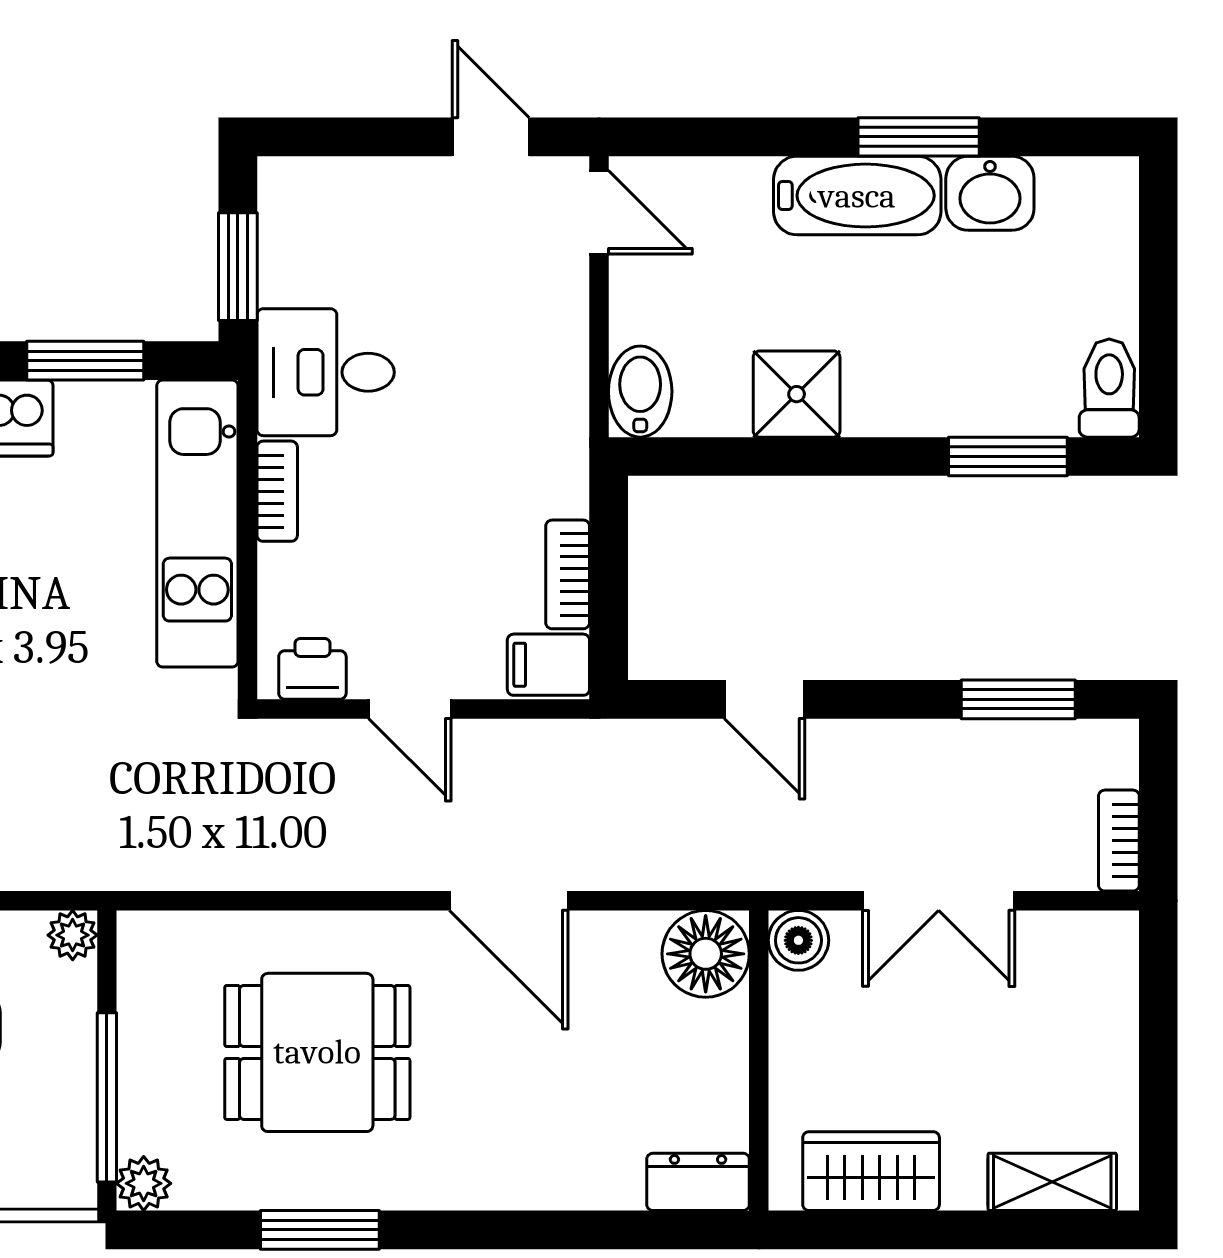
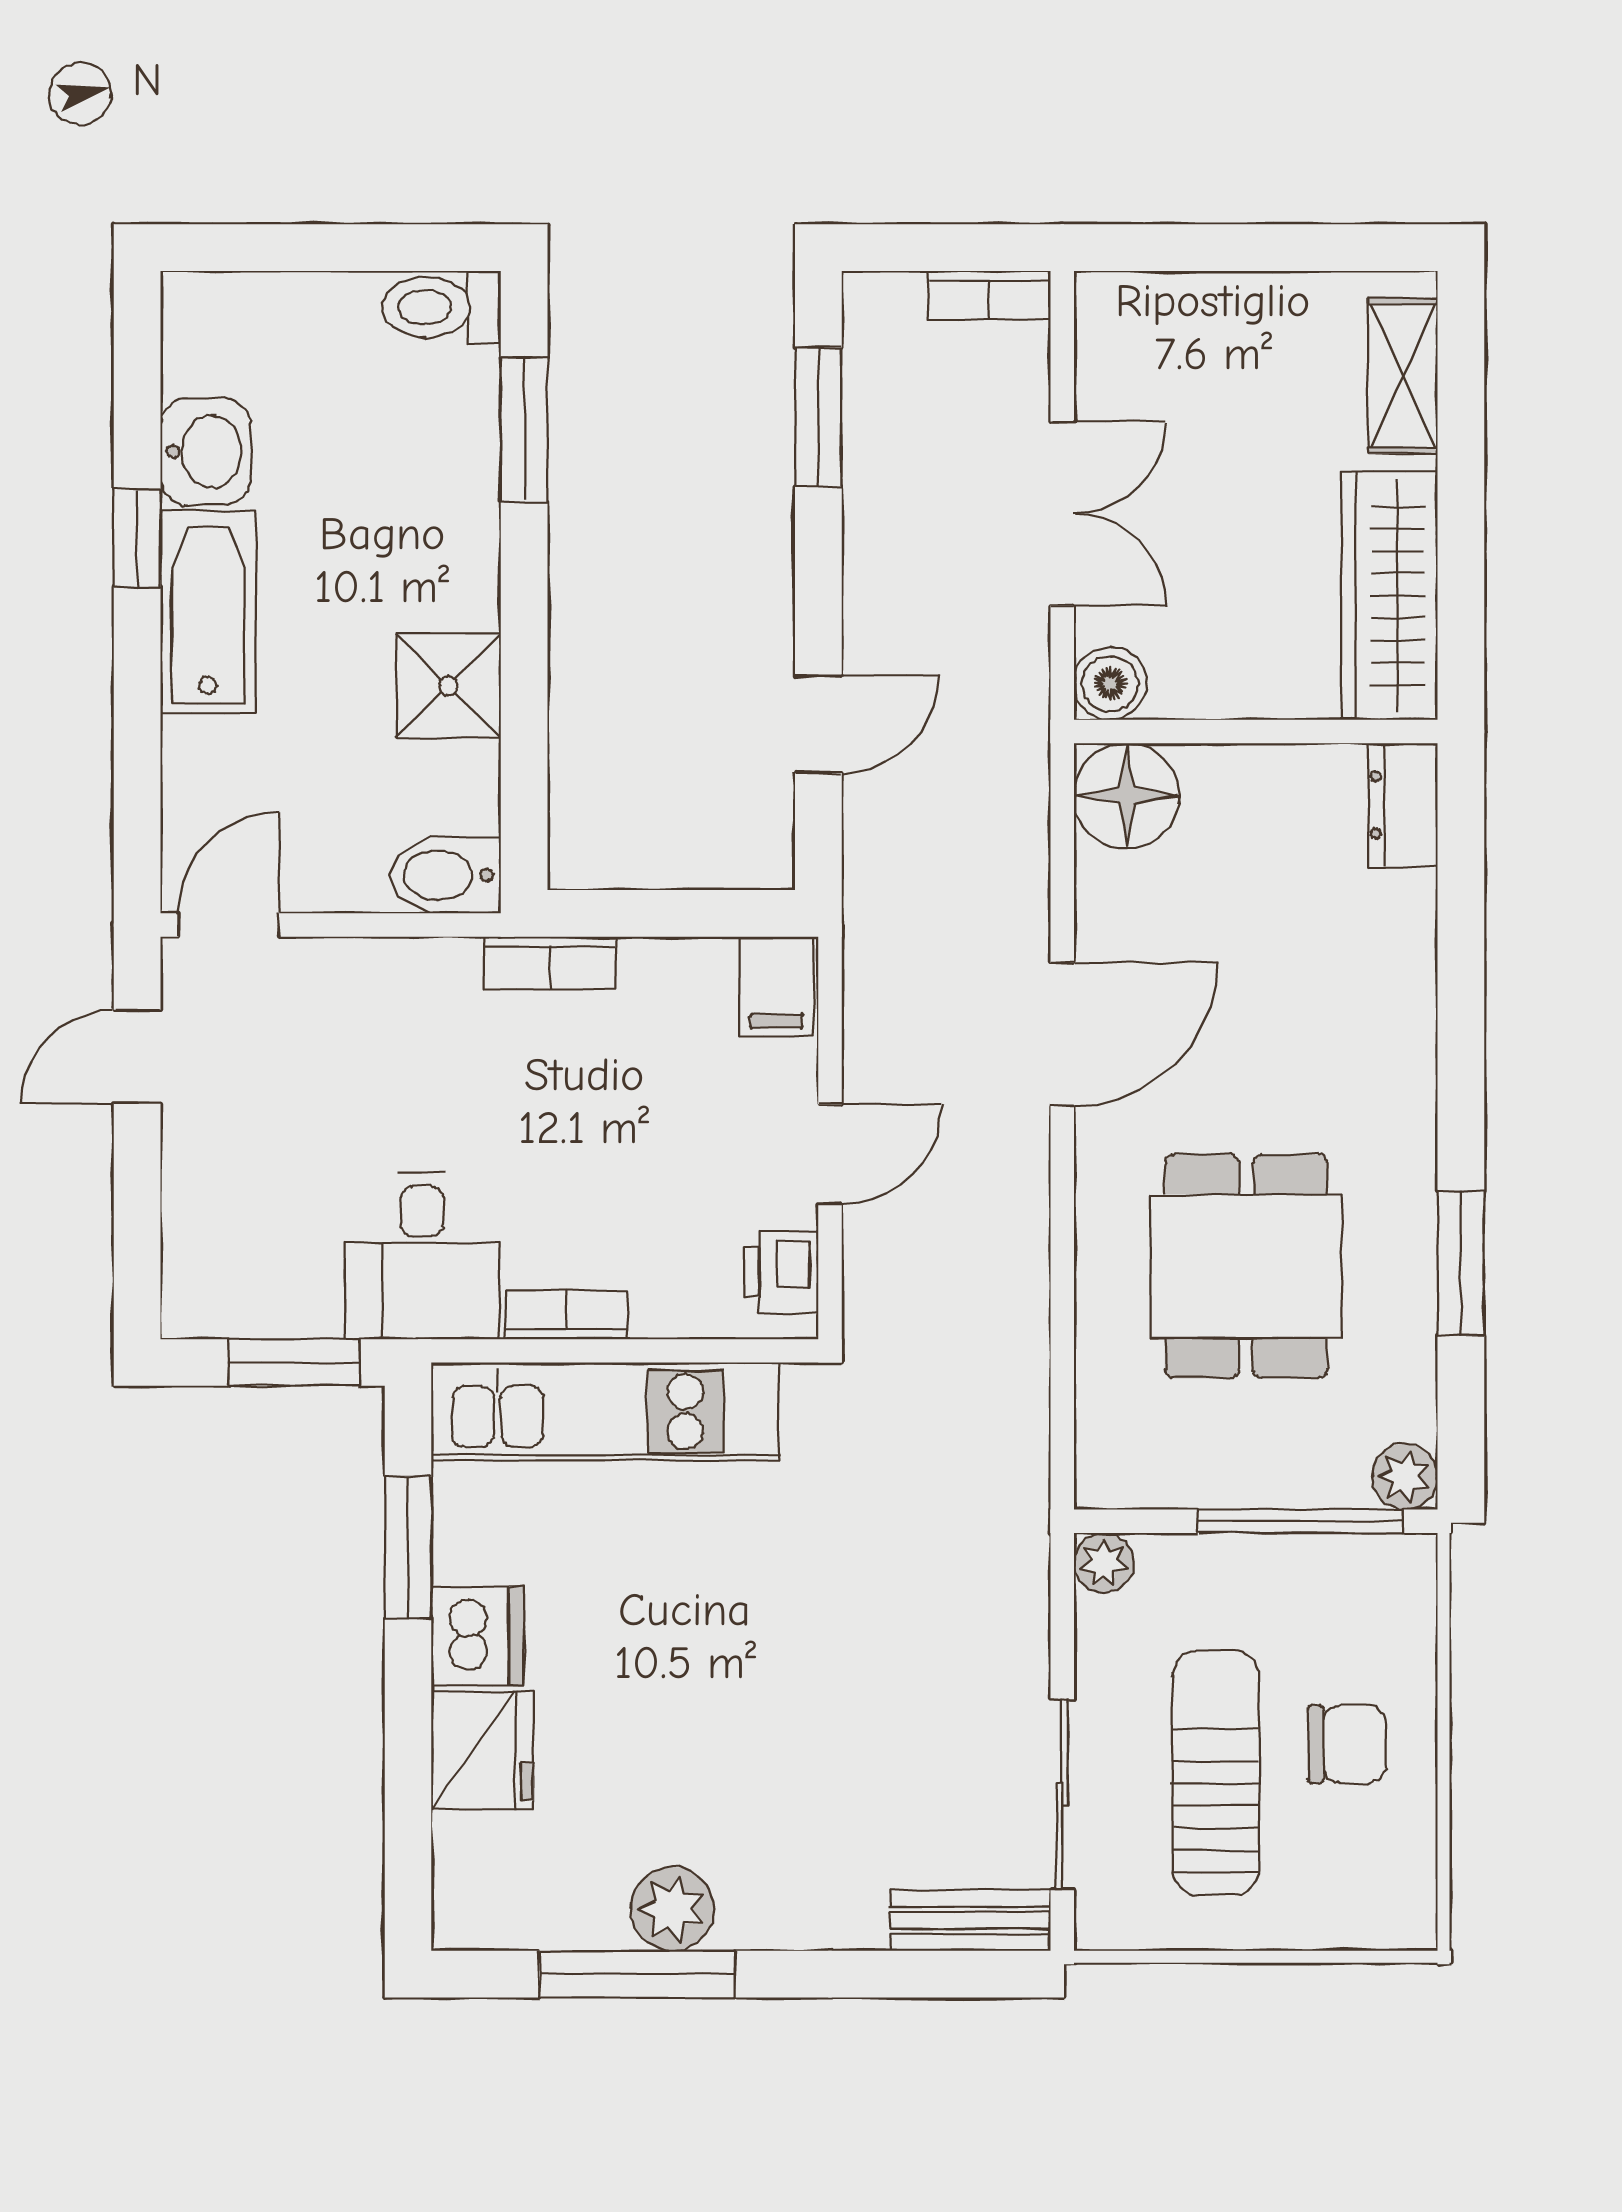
window: (919, 137) -> (137, 538), width x0.67
bookcase: (568, 574) -> (550, 963), moved
wardrobe: (871, 1171) -> (1390, 595), width x1.50

